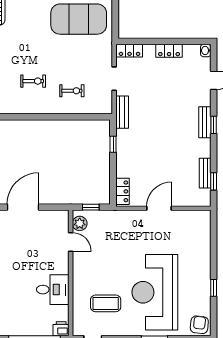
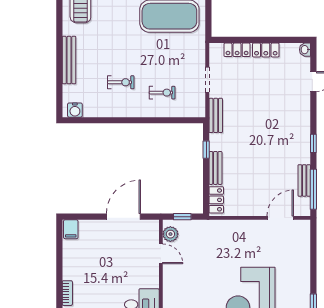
locker: (130, 51) -> (237, 50), moved
bench: (205, 122) -> (215, 168), moved
window: (214, 125) -> (313, 143), moved
window: (214, 181) -> (313, 189), width x2.17
door: (23, 207) -> (123, 217), moved
door: (159, 208) -> (280, 218), moved

